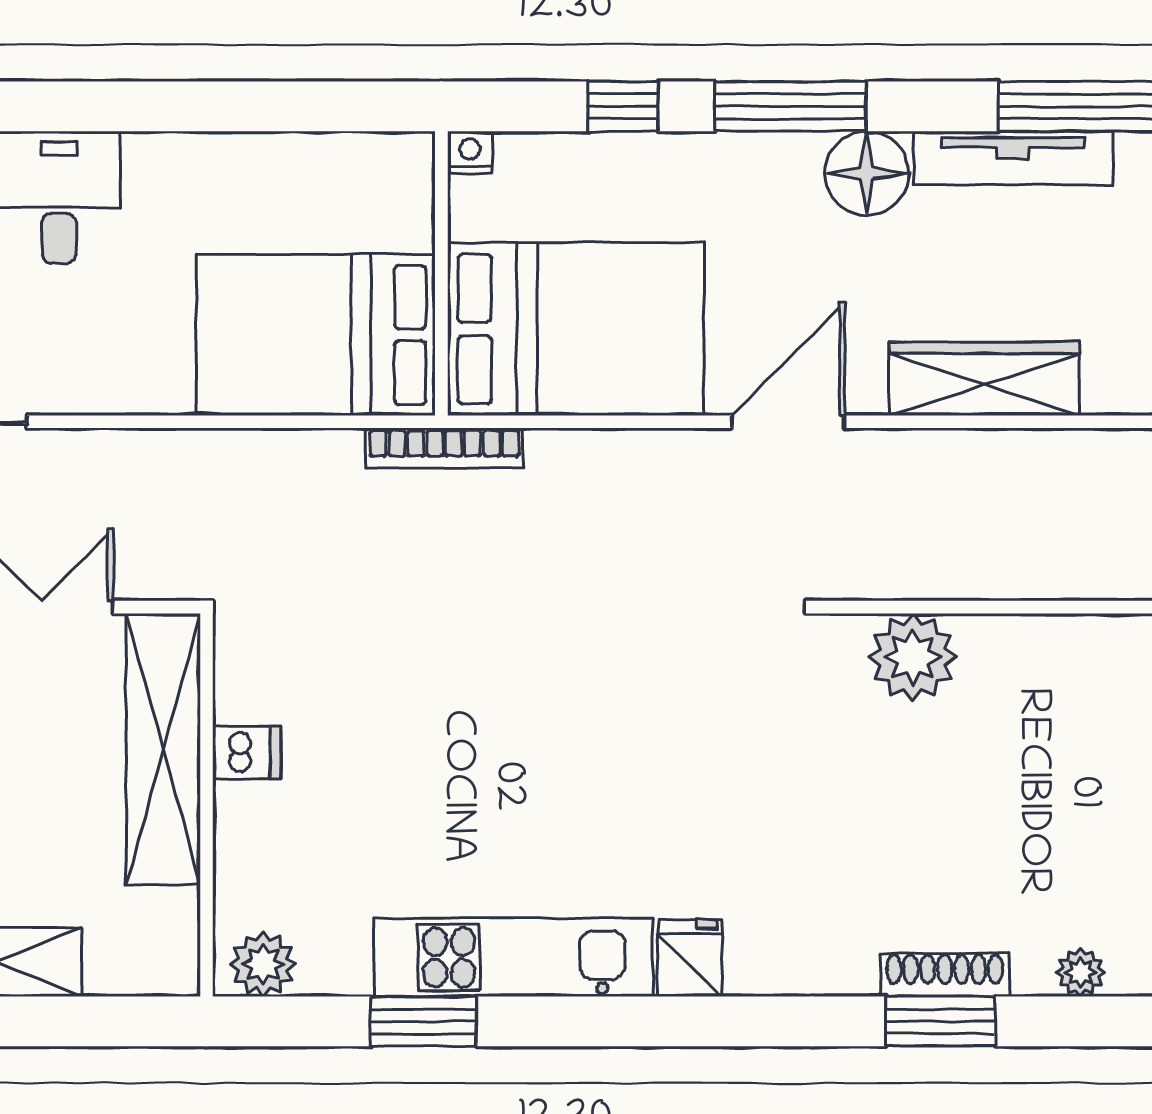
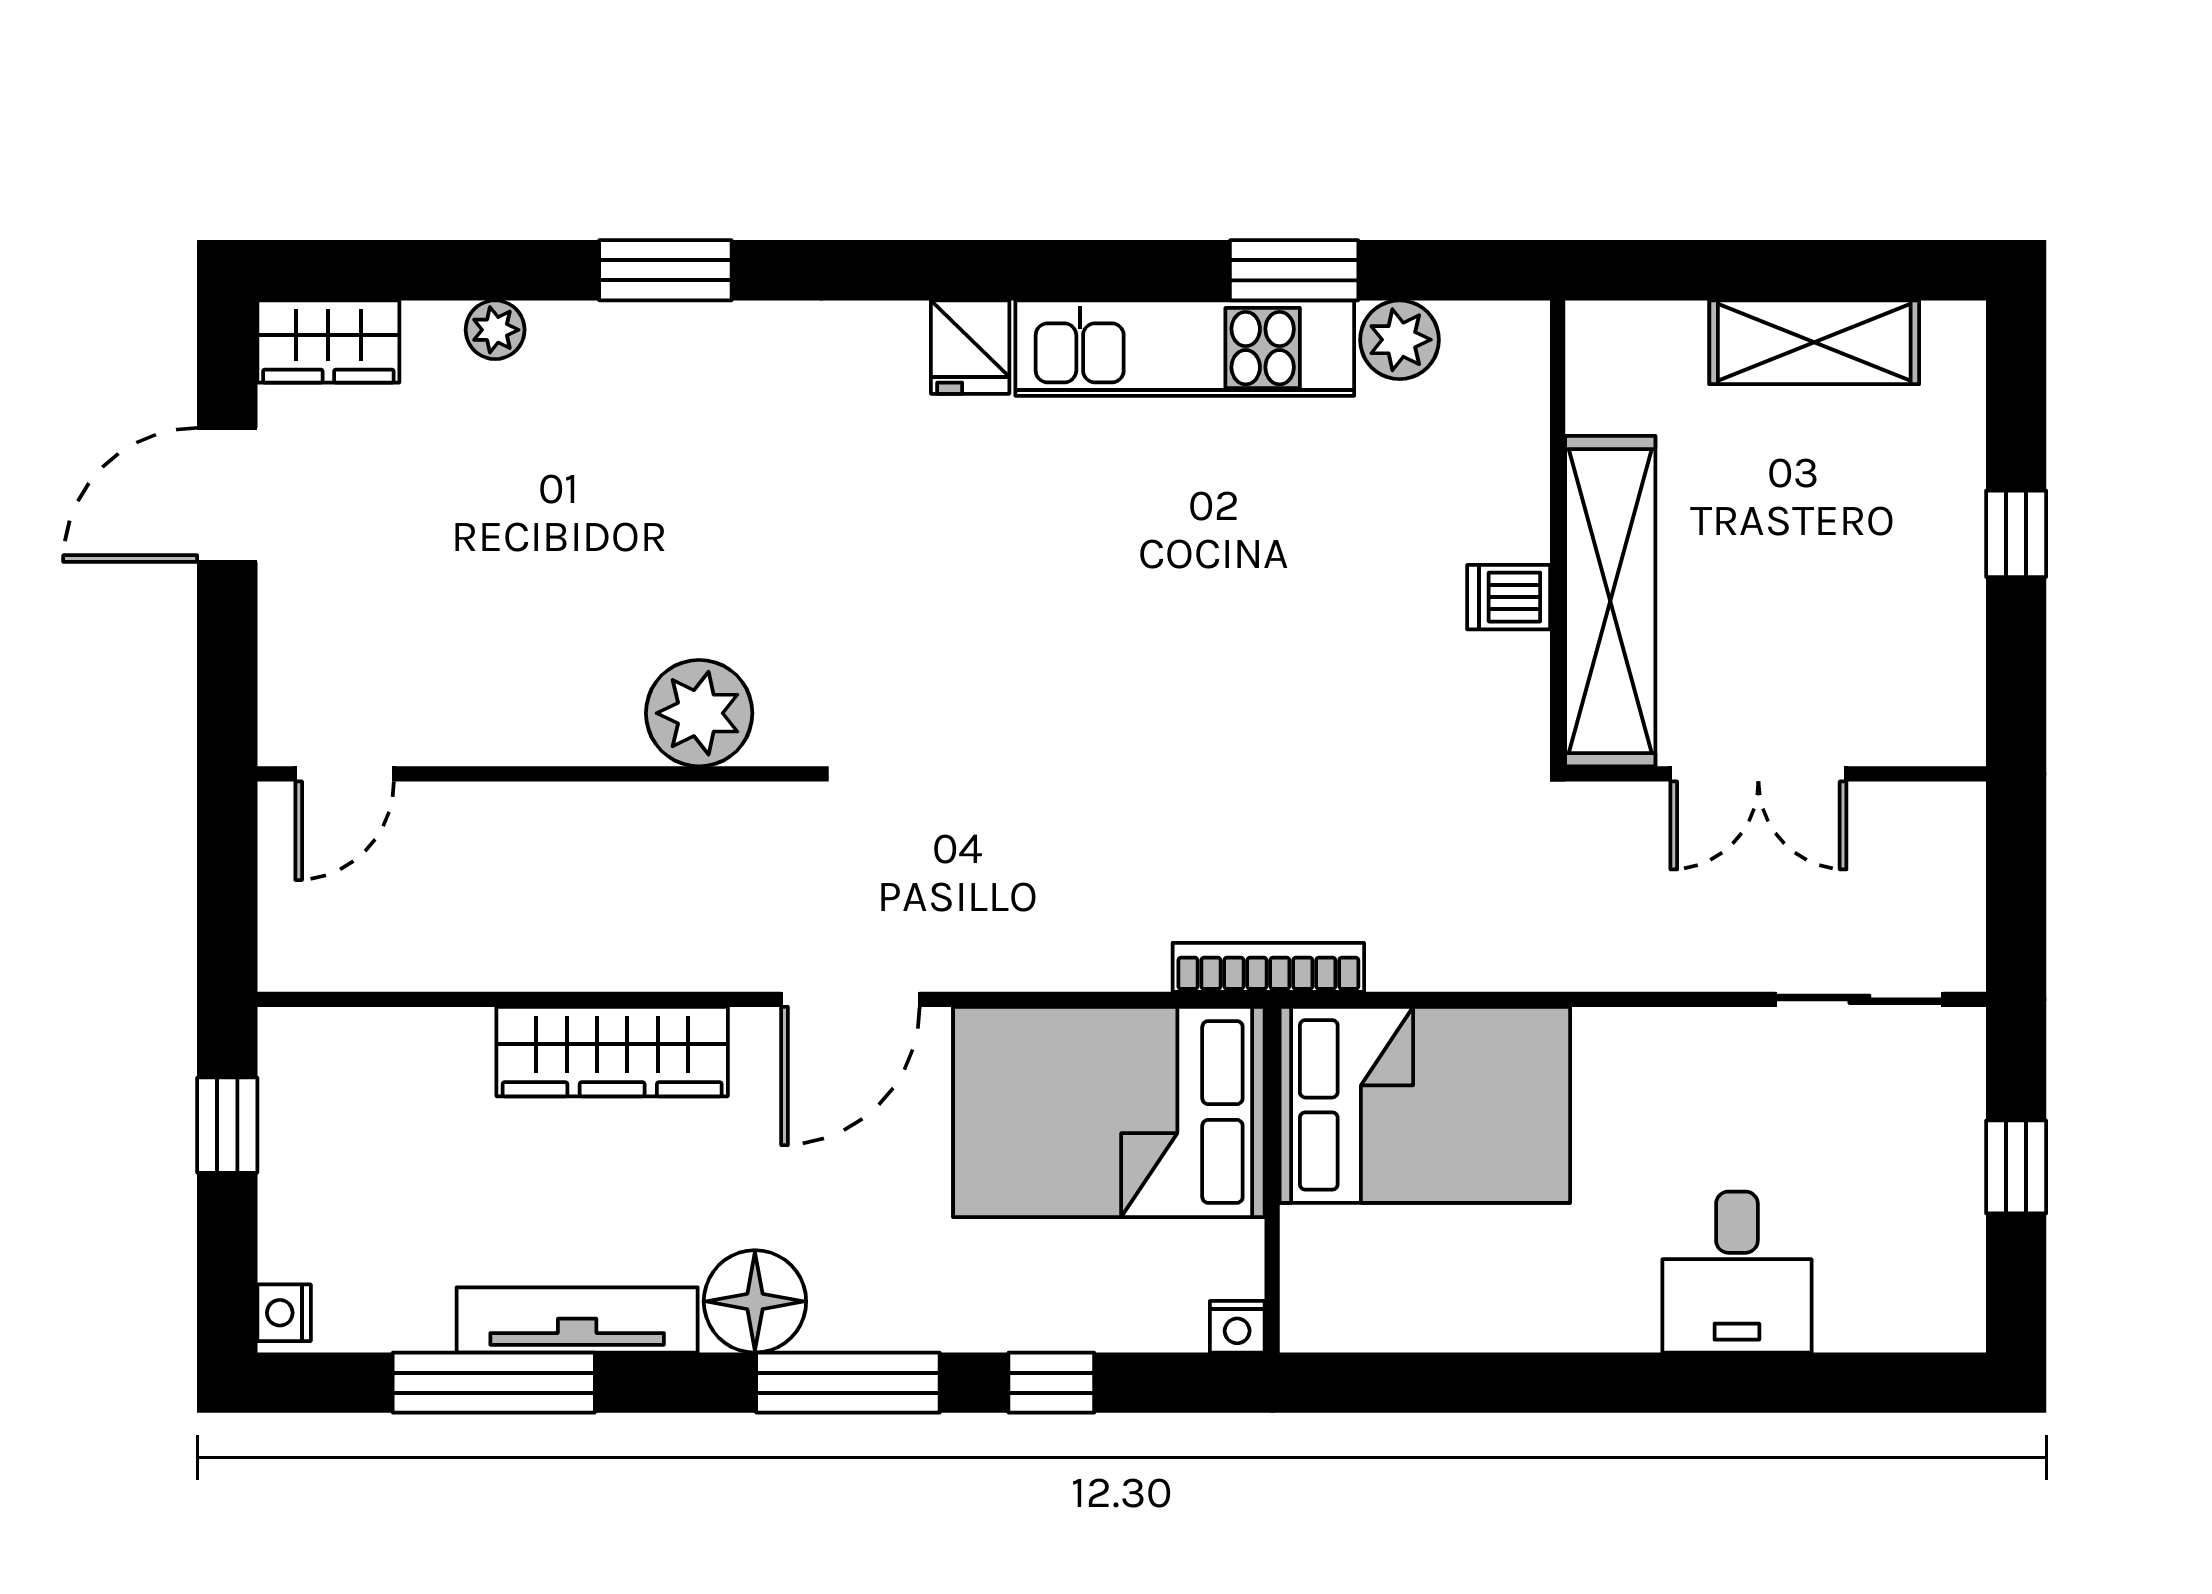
plant: (263, 964) -> (1400, 340), moved
shoe rack: (945, 975) -> (660, 327), removed

